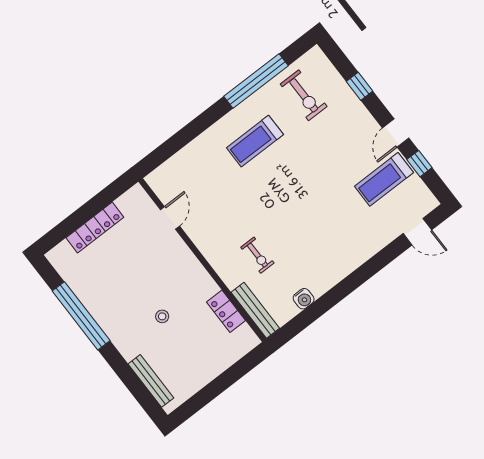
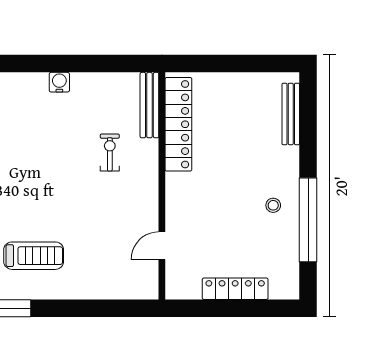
water cooler: (304, 299) -> (59, 82), moved
locker: (226, 311) -> (178, 124), width x2.16, depth x1.21
stool: (162, 316) -> (273, 205), moved

